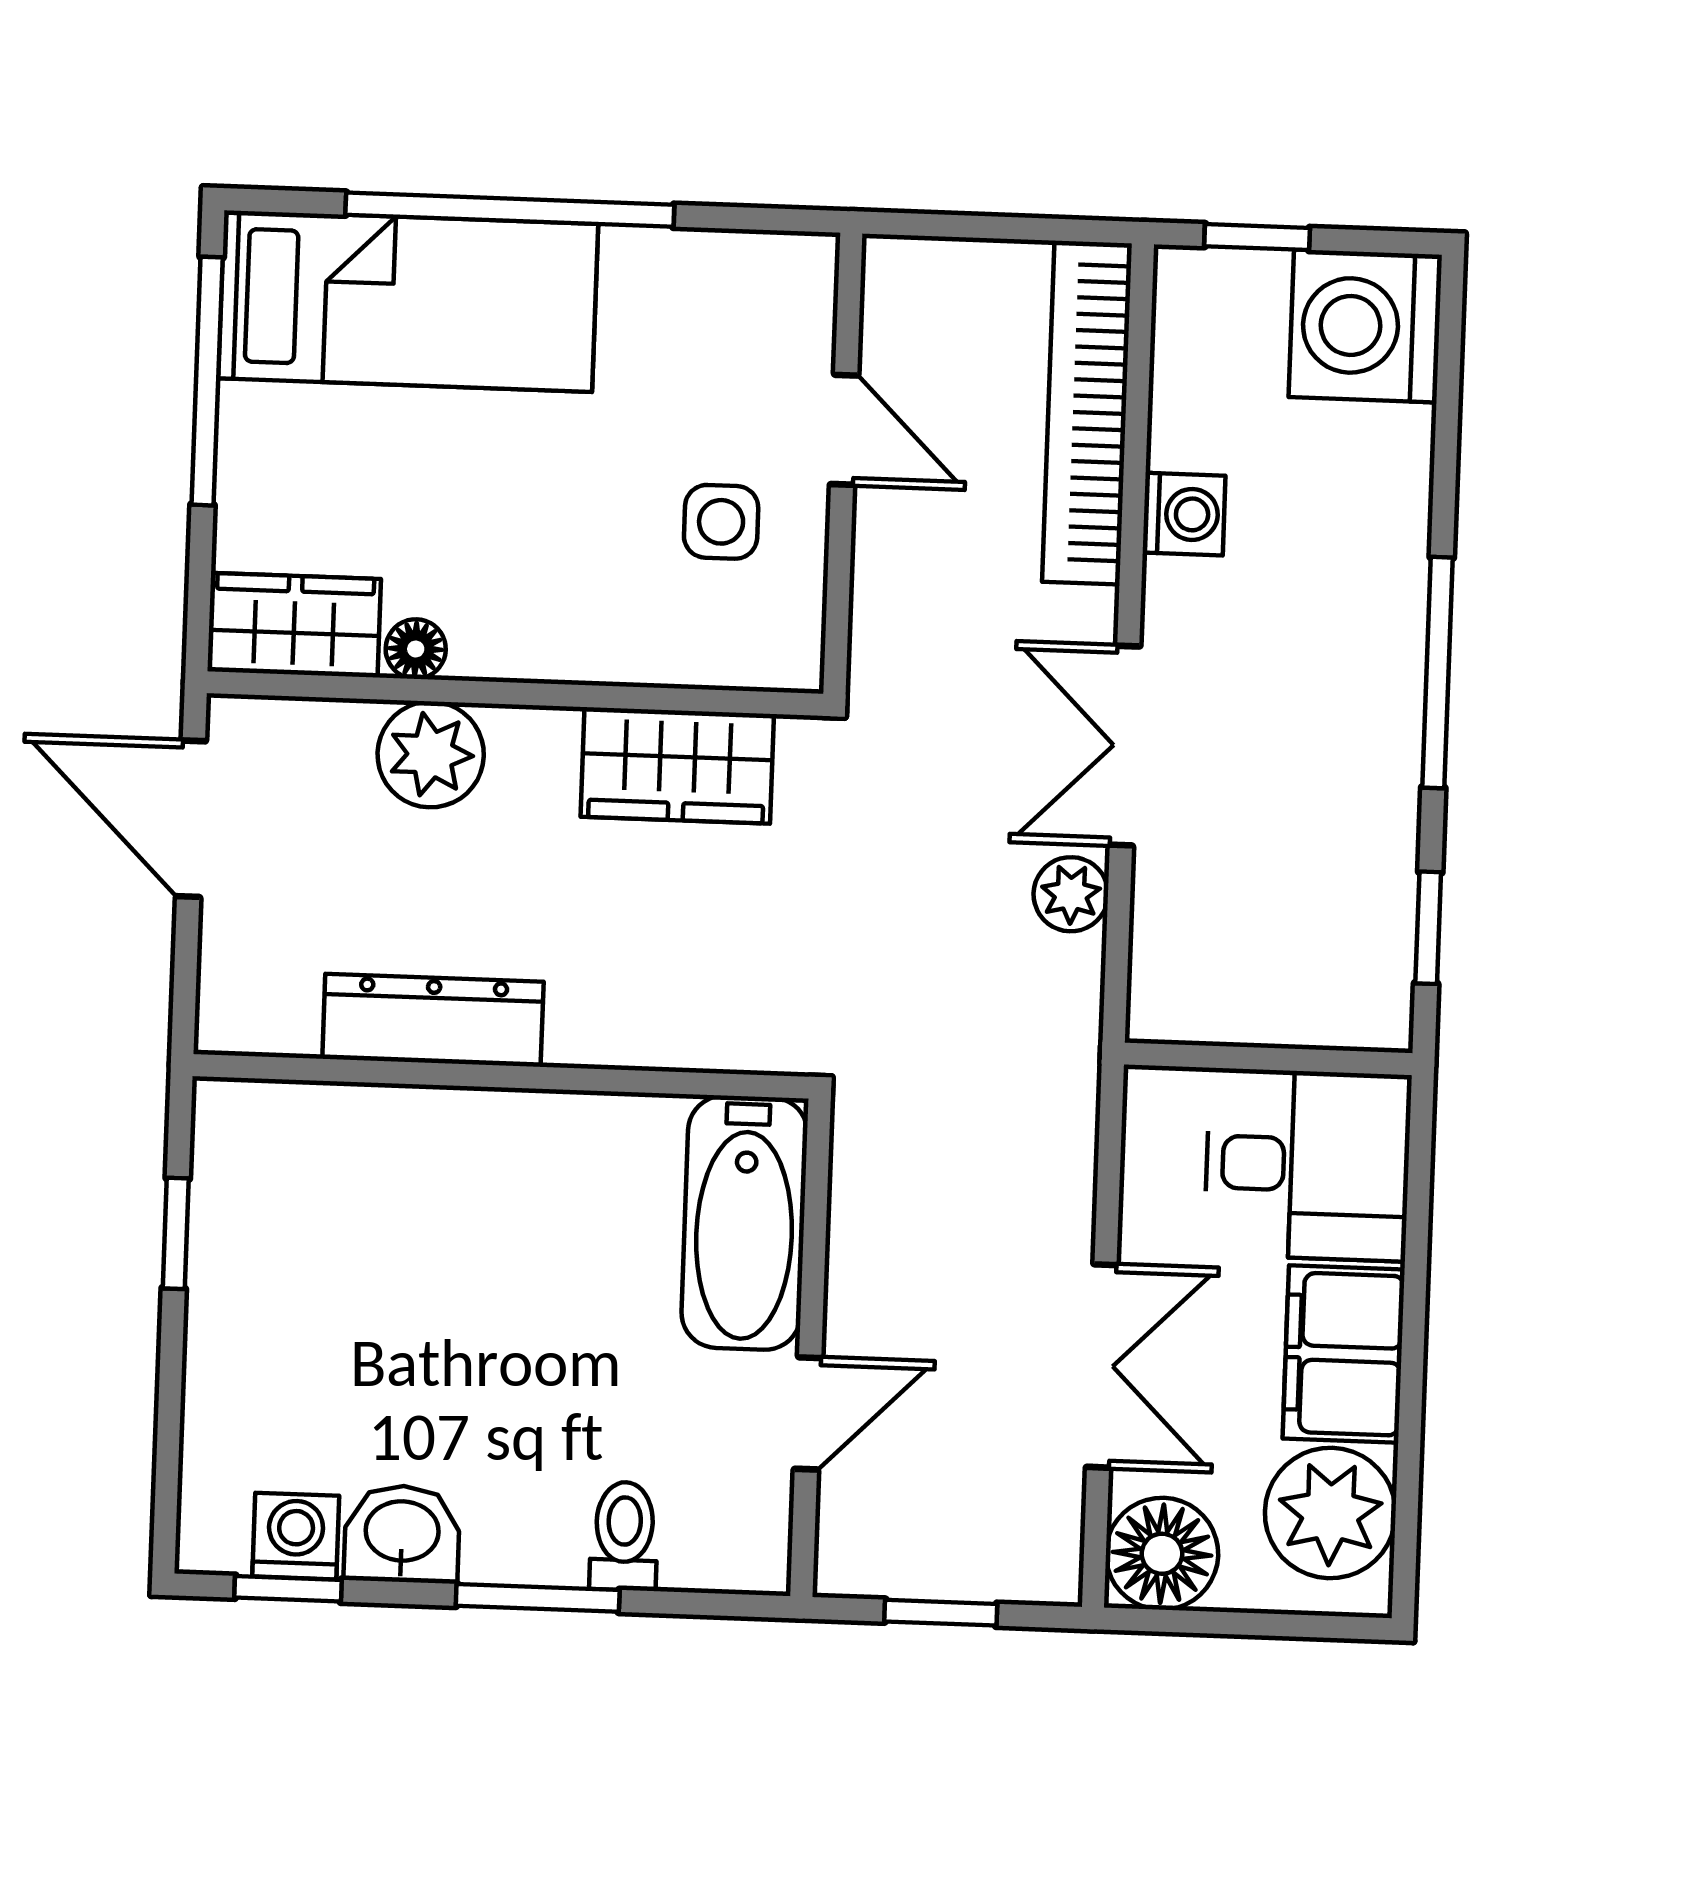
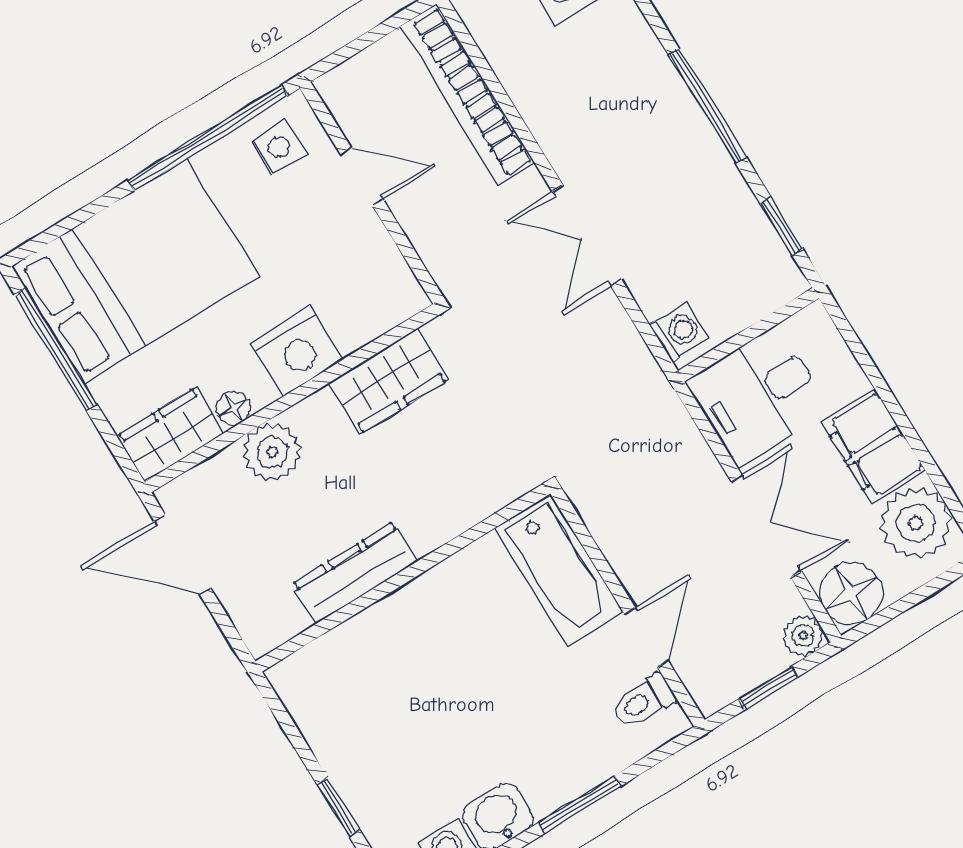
window: (510, 210) -> (208, 138), moved
bed: (408, 301) -> (135, 271), width x1.50
washing machine: (1184, 514) -> (679, 332), moved
side table: (721, 522) -> (279, 147), moved
nightstand: (571, 627) -> (297, 351), added
plant: (1071, 894) -> (803, 636), moved
desk: (1308, 1165) -> (758, 396), moved, turned 180
window: (176, 1233) -> (338, 807), moved
toilet: (624, 1536) -> (644, 701), moved, turned -90

